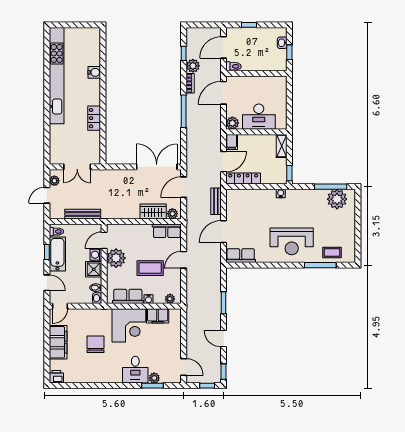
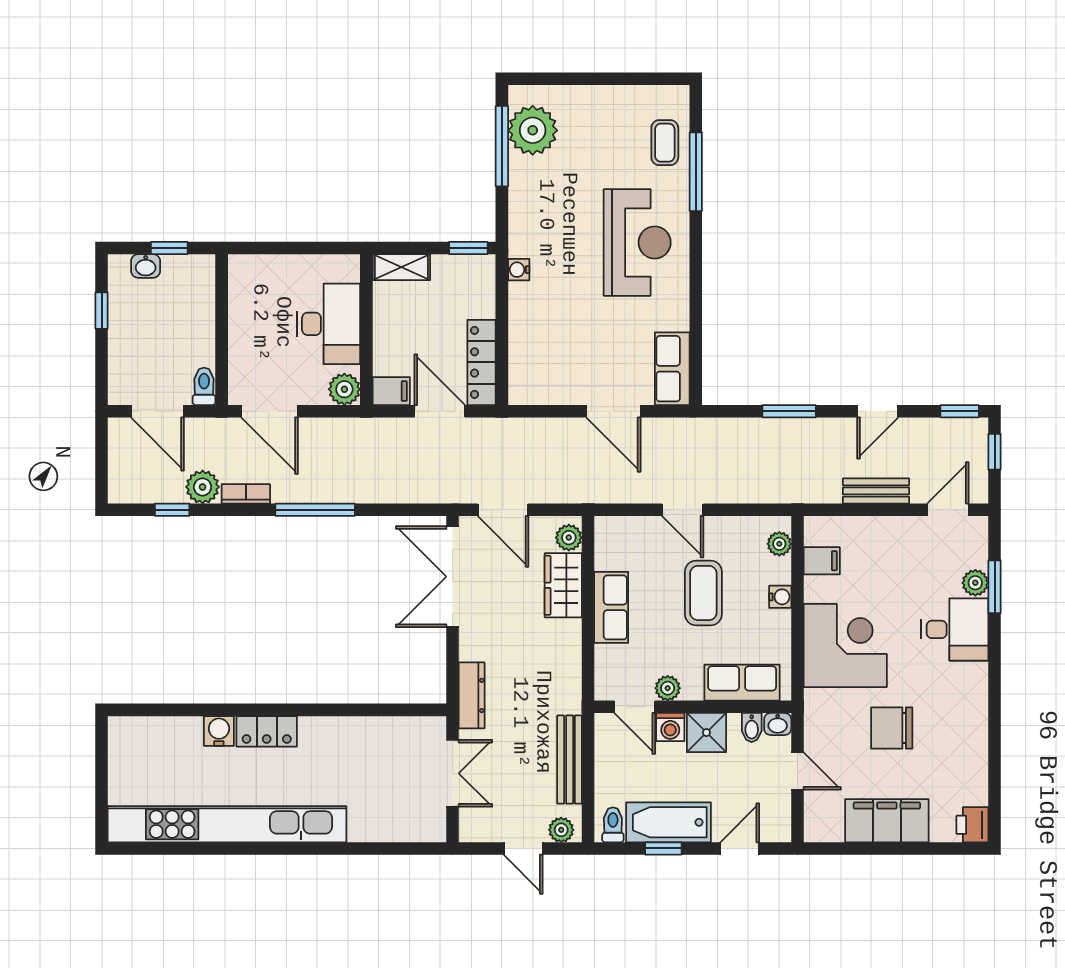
window: (249, 25) -> (102, 311), moved
locker: (94, 118) -> (267, 731), moved
dresser: (109, 174) -> (472, 695), added
plant: (54, 181) -> (561, 830), moved
bench: (216, 201) -> (876, 491), moved
row of seats: (167, 231) -> (611, 607), moved
plant: (116, 258) -> (668, 688), width x0.53, depth x0.53
row of seats: (128, 296) -> (742, 683), moved, turned 90
door: (60, 306) -> (797, 771), moved
filing cabinet: (158, 316) -> (822, 561), width x0.50

